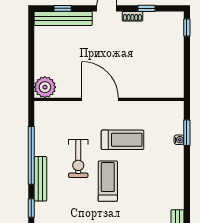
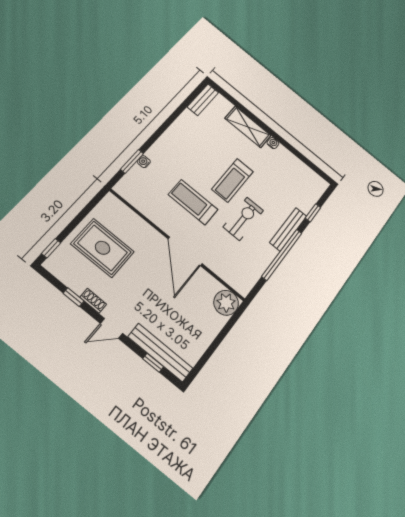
rug: (156, 55) -> (103, 248), added

